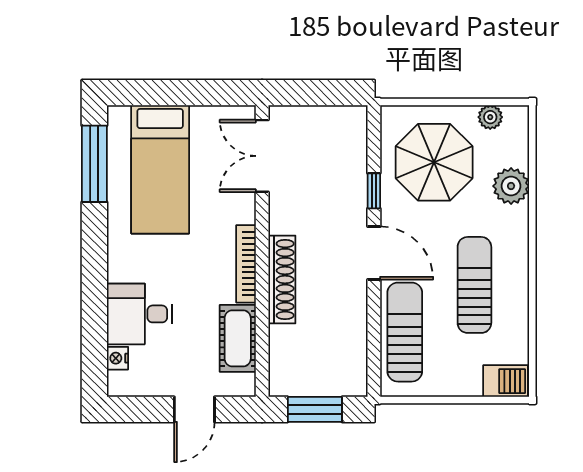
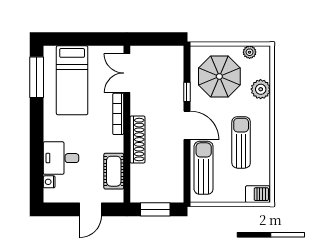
bookcase: (246, 264) -> (118, 114), moved

